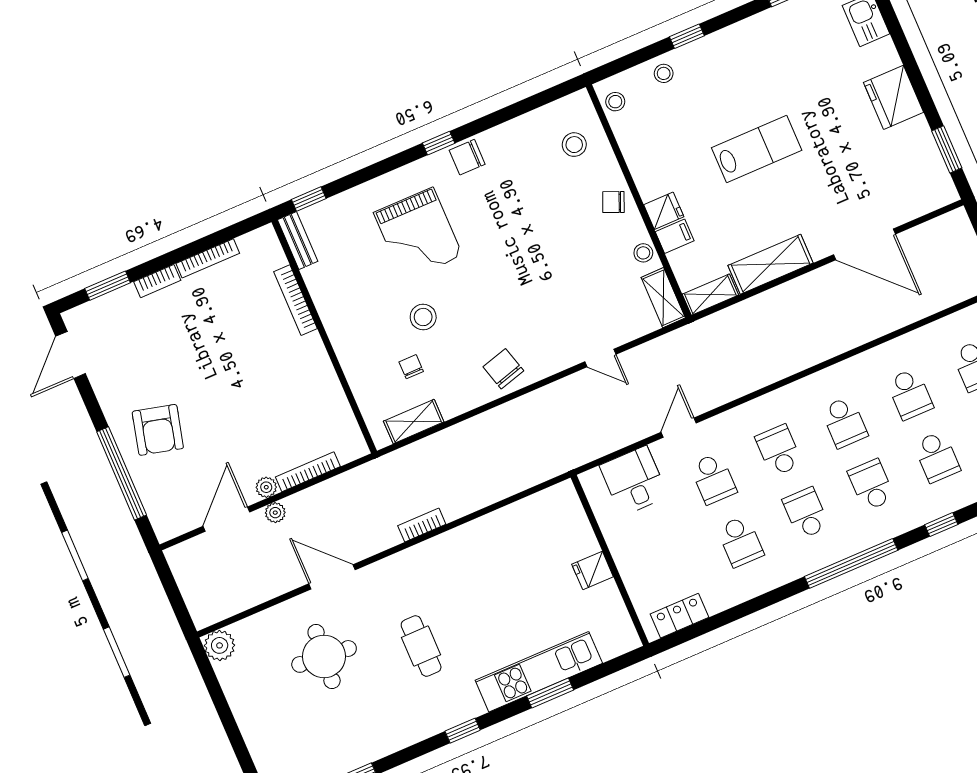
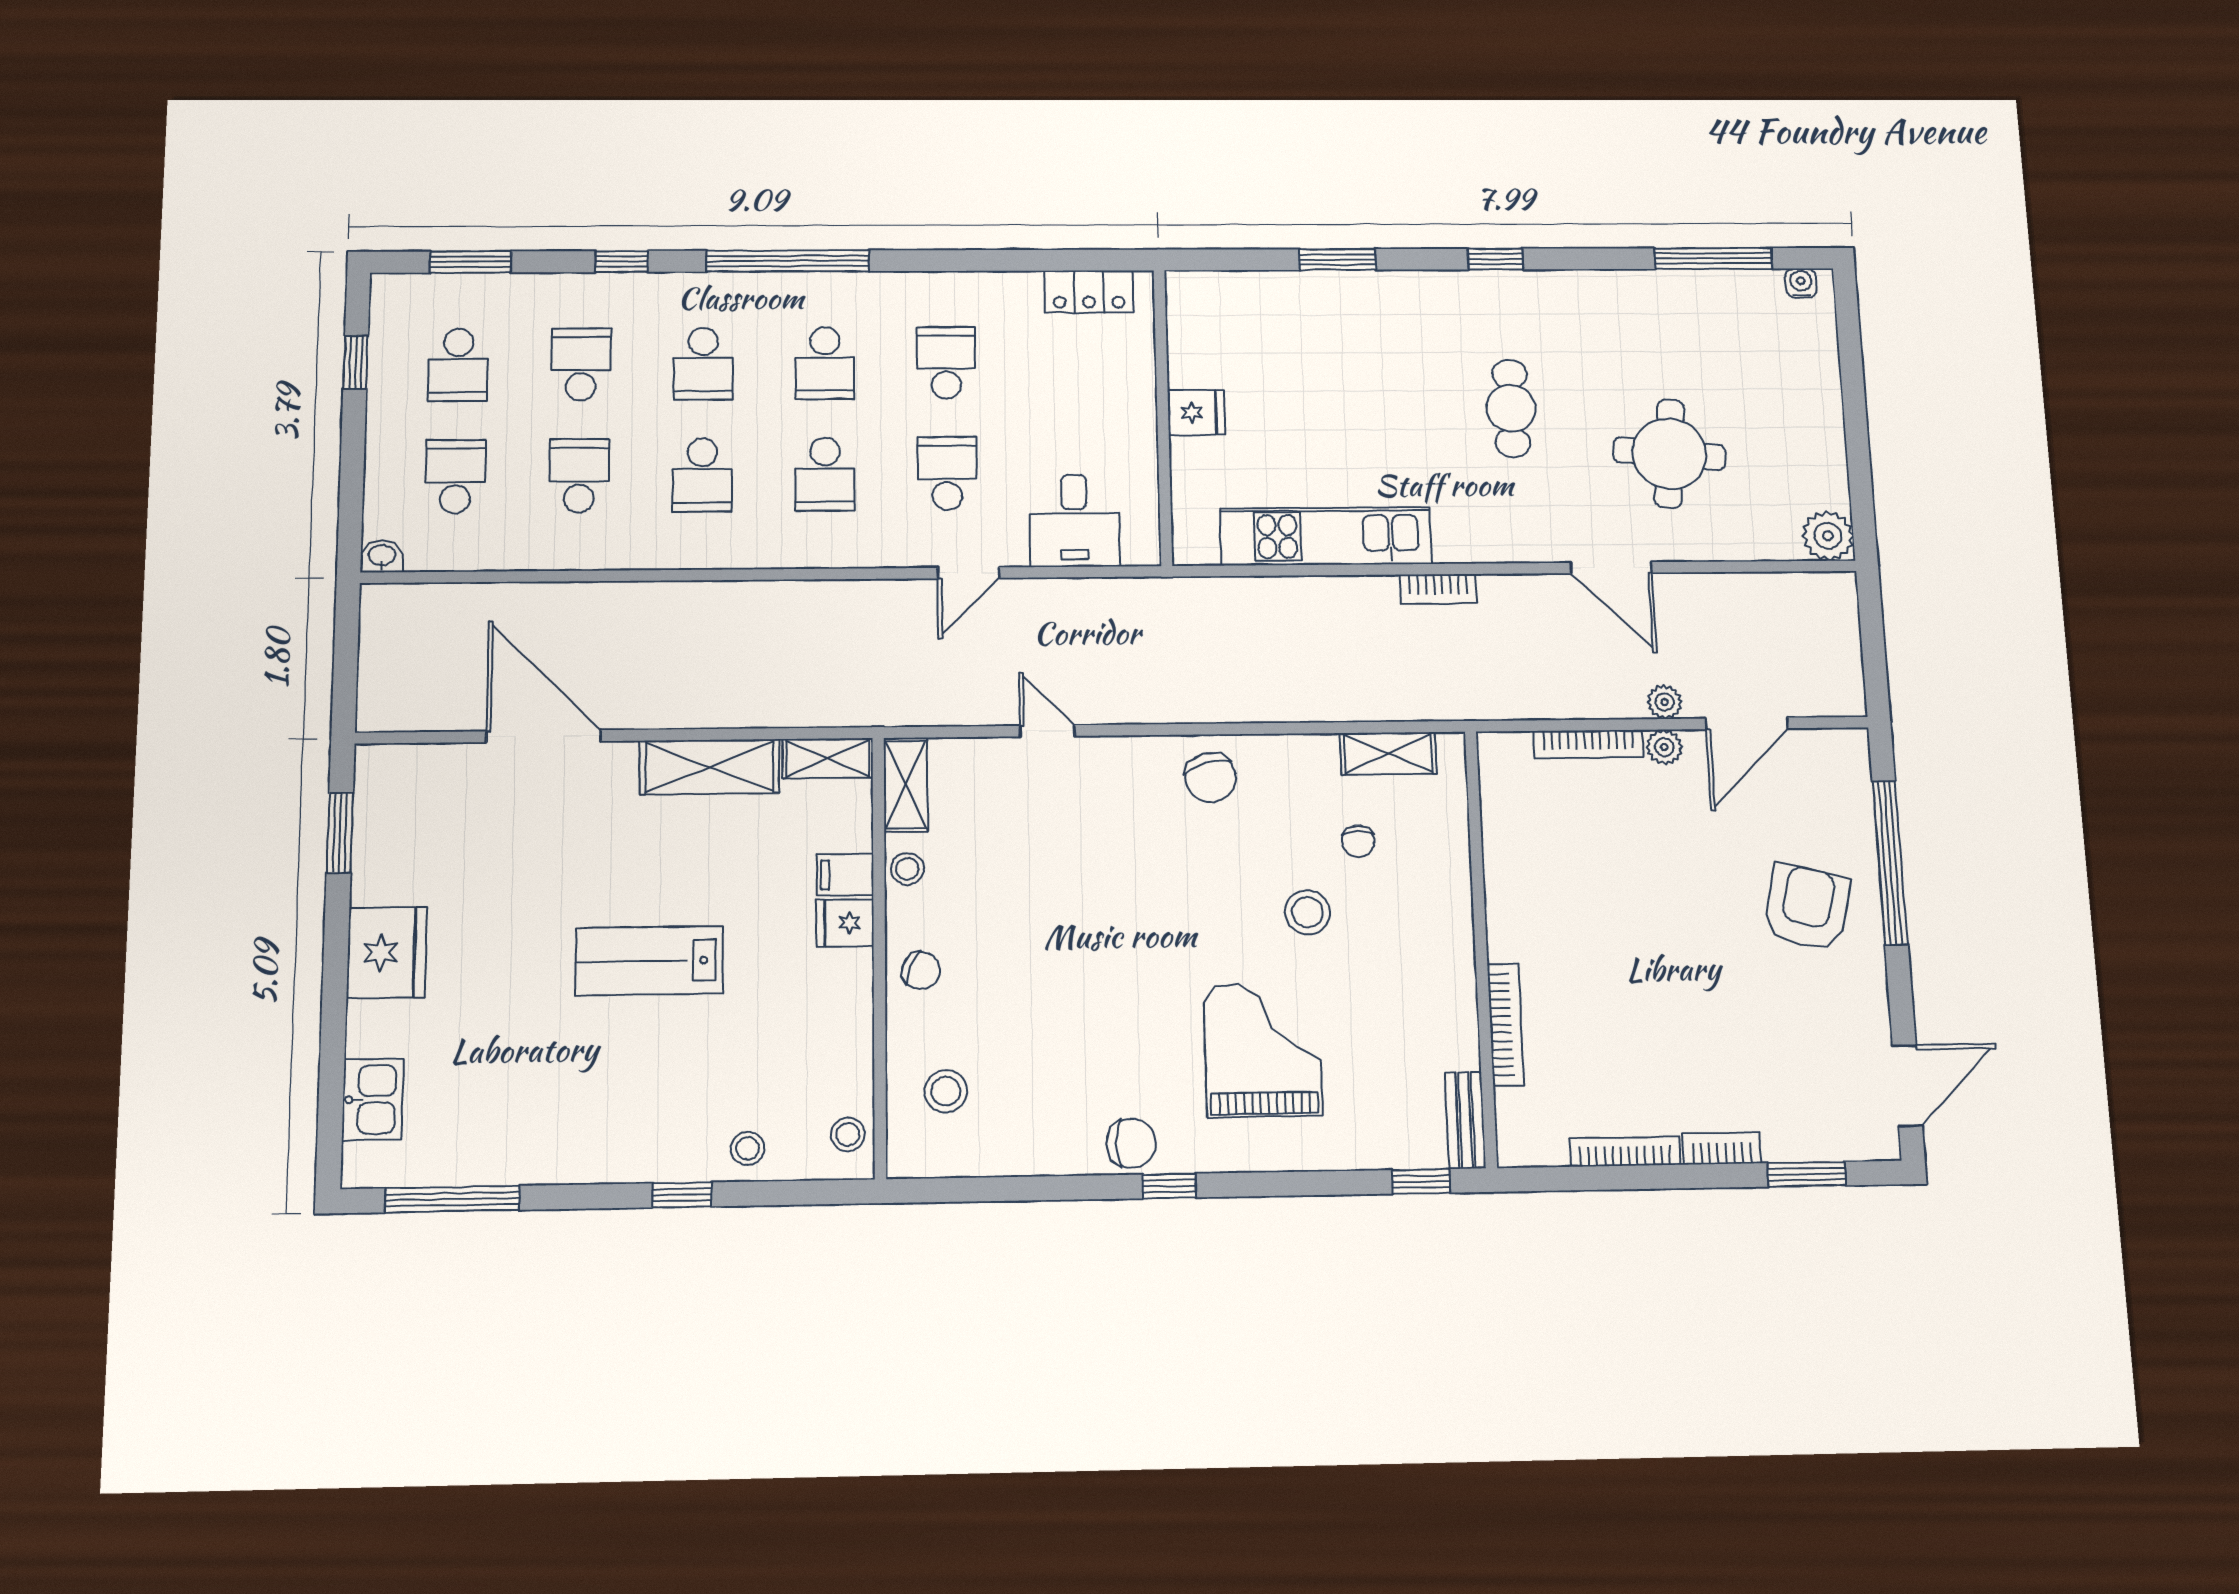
school desk: (844, 422) -> (702, 475), turned 180
kitchen unit: (539, 672) -> (1326, 536), moved, turned 180

